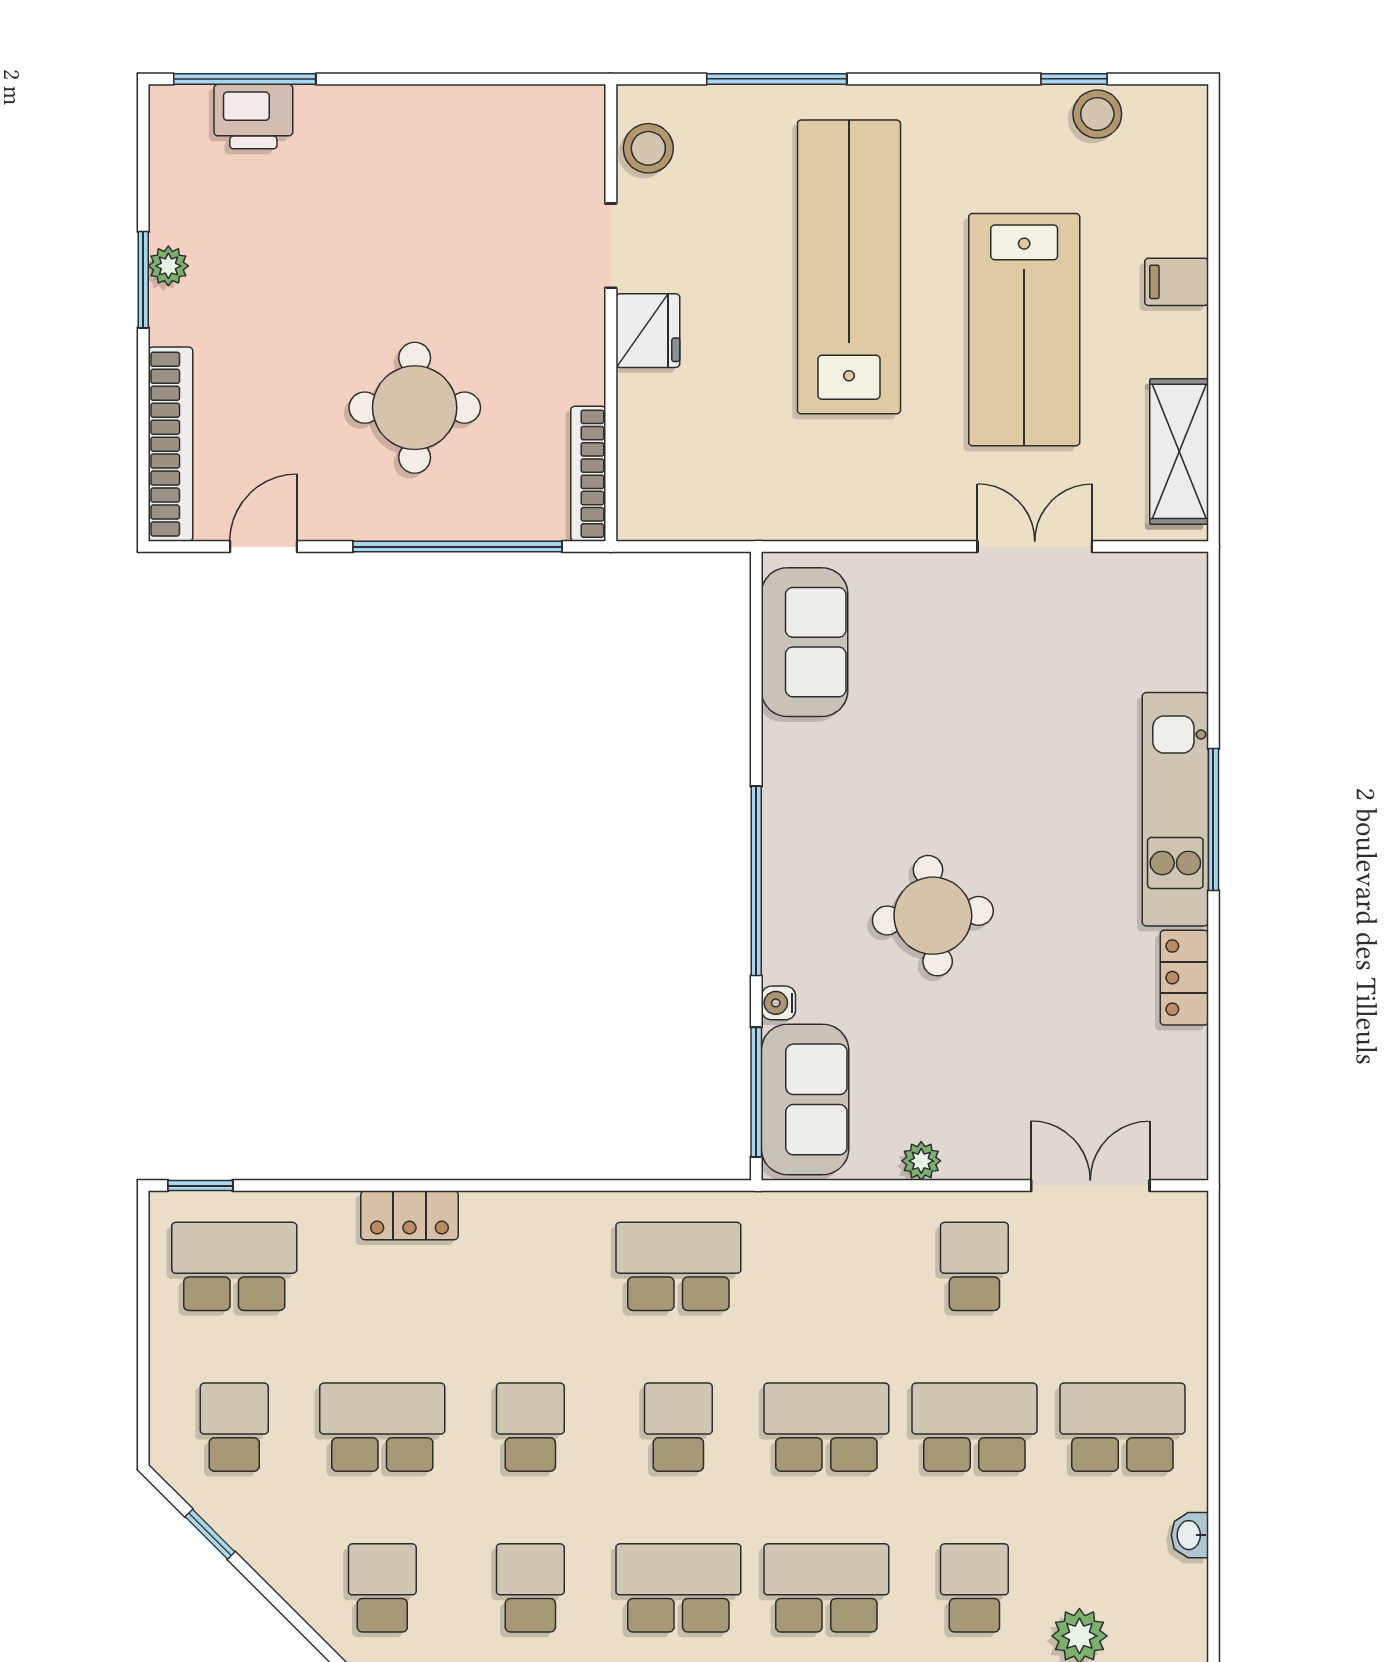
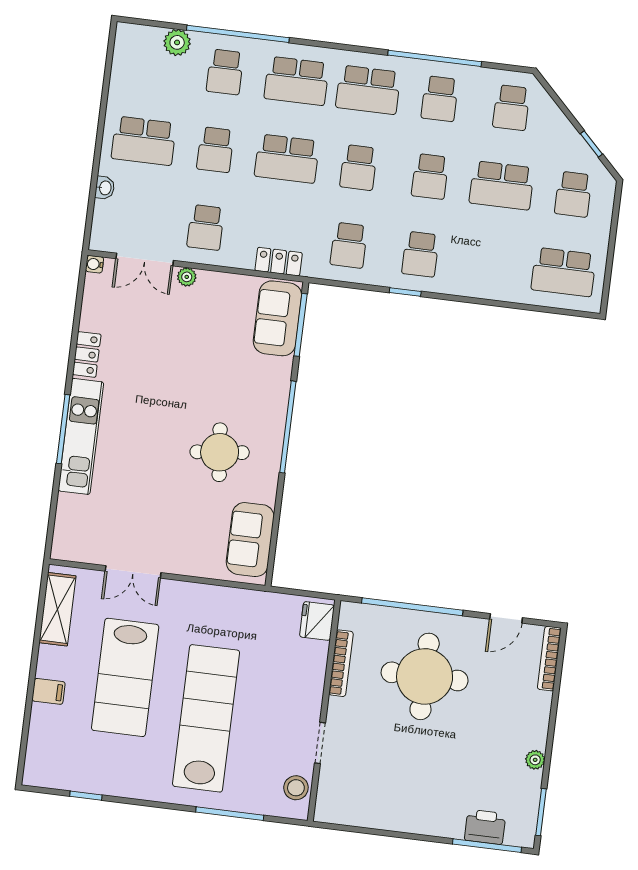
stool: (1097, 114) -> (77, 777), removed
lab bench: (849, 267) -> (206, 718), turned 180
window: (143, 280) -> (541, 812), moved
lab bench: (1024, 330) -> (125, 677), turned 180
fridge: (648, 331) -> (317, 621), moved
round table: (415, 408) -> (425, 676), width x1.36, depth x1.36
bookcase: (170, 444) -> (549, 659), width x0.68, depth x0.76
bookcase: (588, 474) -> (341, 663), moved
round table: (933, 916) -> (220, 452), moved
water cooler: (778, 1003) -> (95, 264), moved, turned 180
plant: (921, 1161) -> (187, 277), moved
window: (200, 1186) -> (405, 292), moved
locker: (409, 1215) -> (279, 262), moved
school desk: (530, 1266) -> (420, 254), added
school desk: (678, 1266) -> (349, 245), width x0.54
school desk: (974, 1427) -> (215, 150), width x0.54
washbasin: (1190, 1535) -> (105, 188), moved

